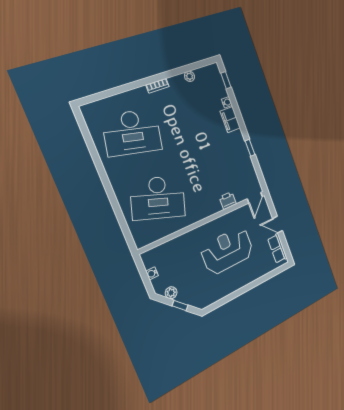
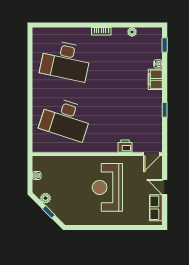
reception desk: (227, 251) -> (107, 187), turned -90

